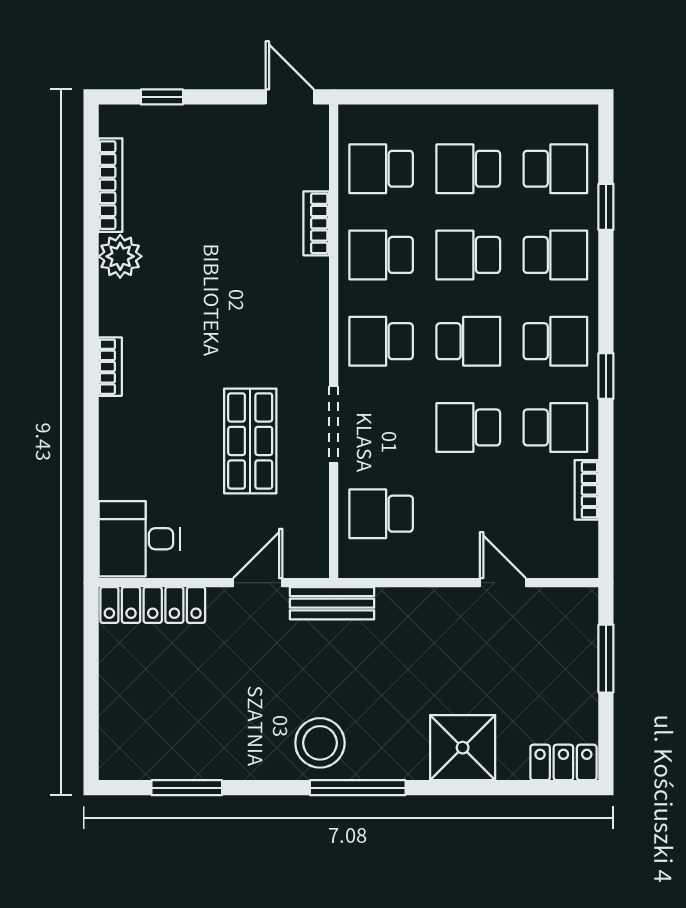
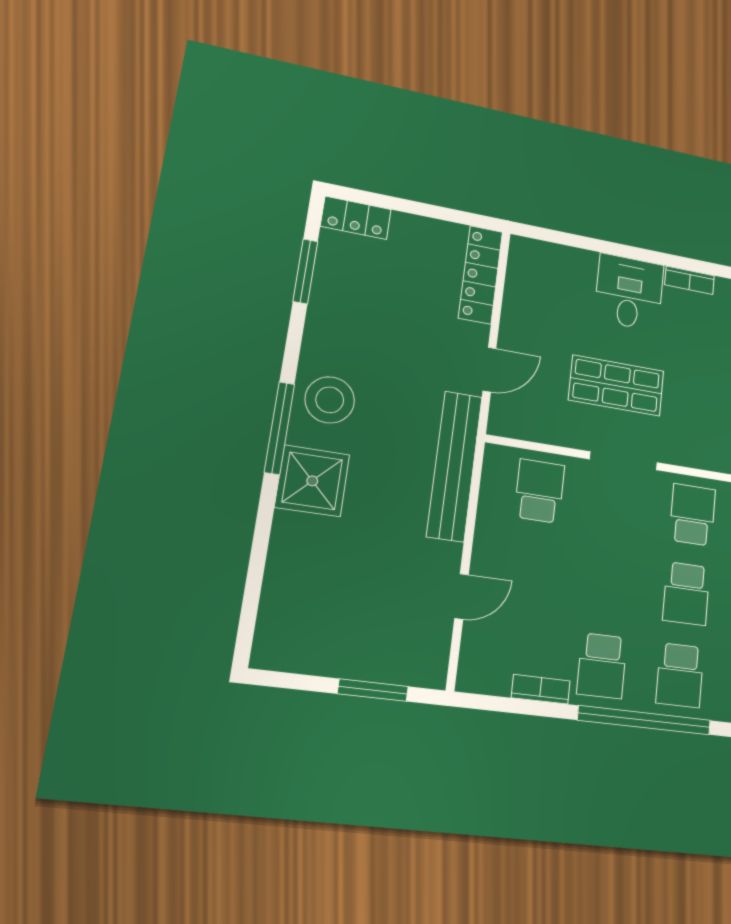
window: (606, 376) -> (645, 720), width x3.17
school desk: (468, 427) -> (610, 583), removed
desk: (139, 539) -> (629, 292), moved
door: (258, 583) -> (489, 370), hinge flipped
bench: (332, 603) -> (455, 466), width x1.86, depth x1.21
shower: (463, 748) -> (312, 481), moved
locker: (563, 762) -> (356, 218), moved, turned 90

